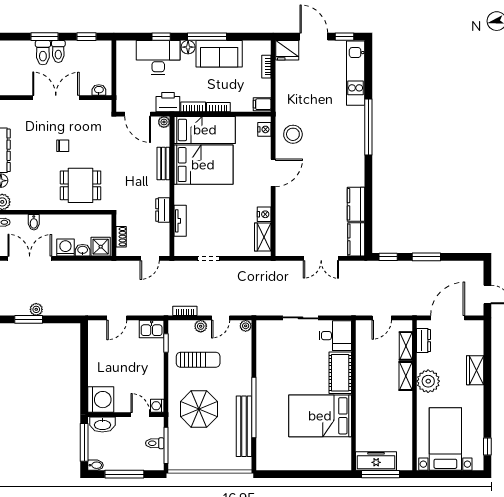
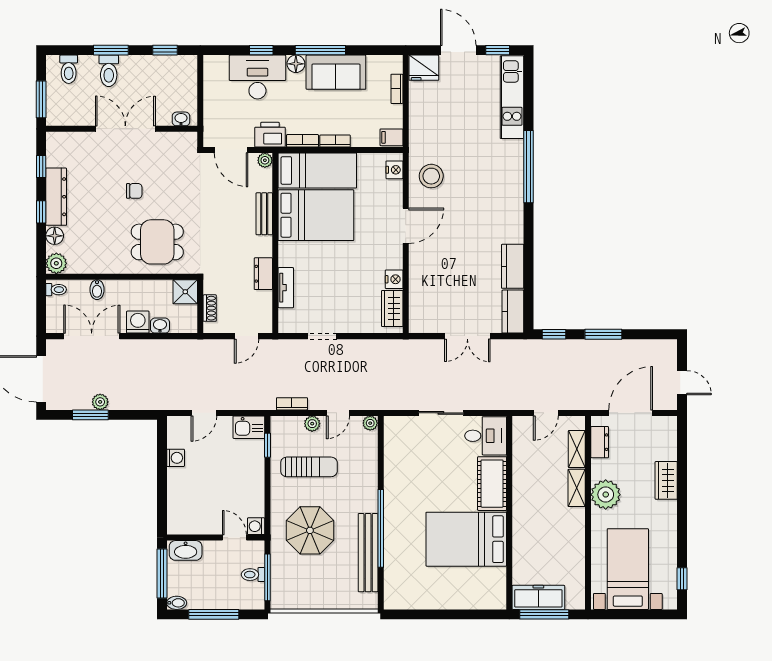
toilet: (58, 51) -> (69, 69), moved
shower: (101, 247) -> (185, 292), moved
washing machine: (101, 400) -> (176, 458), moved, width x0.53, depth x0.53

